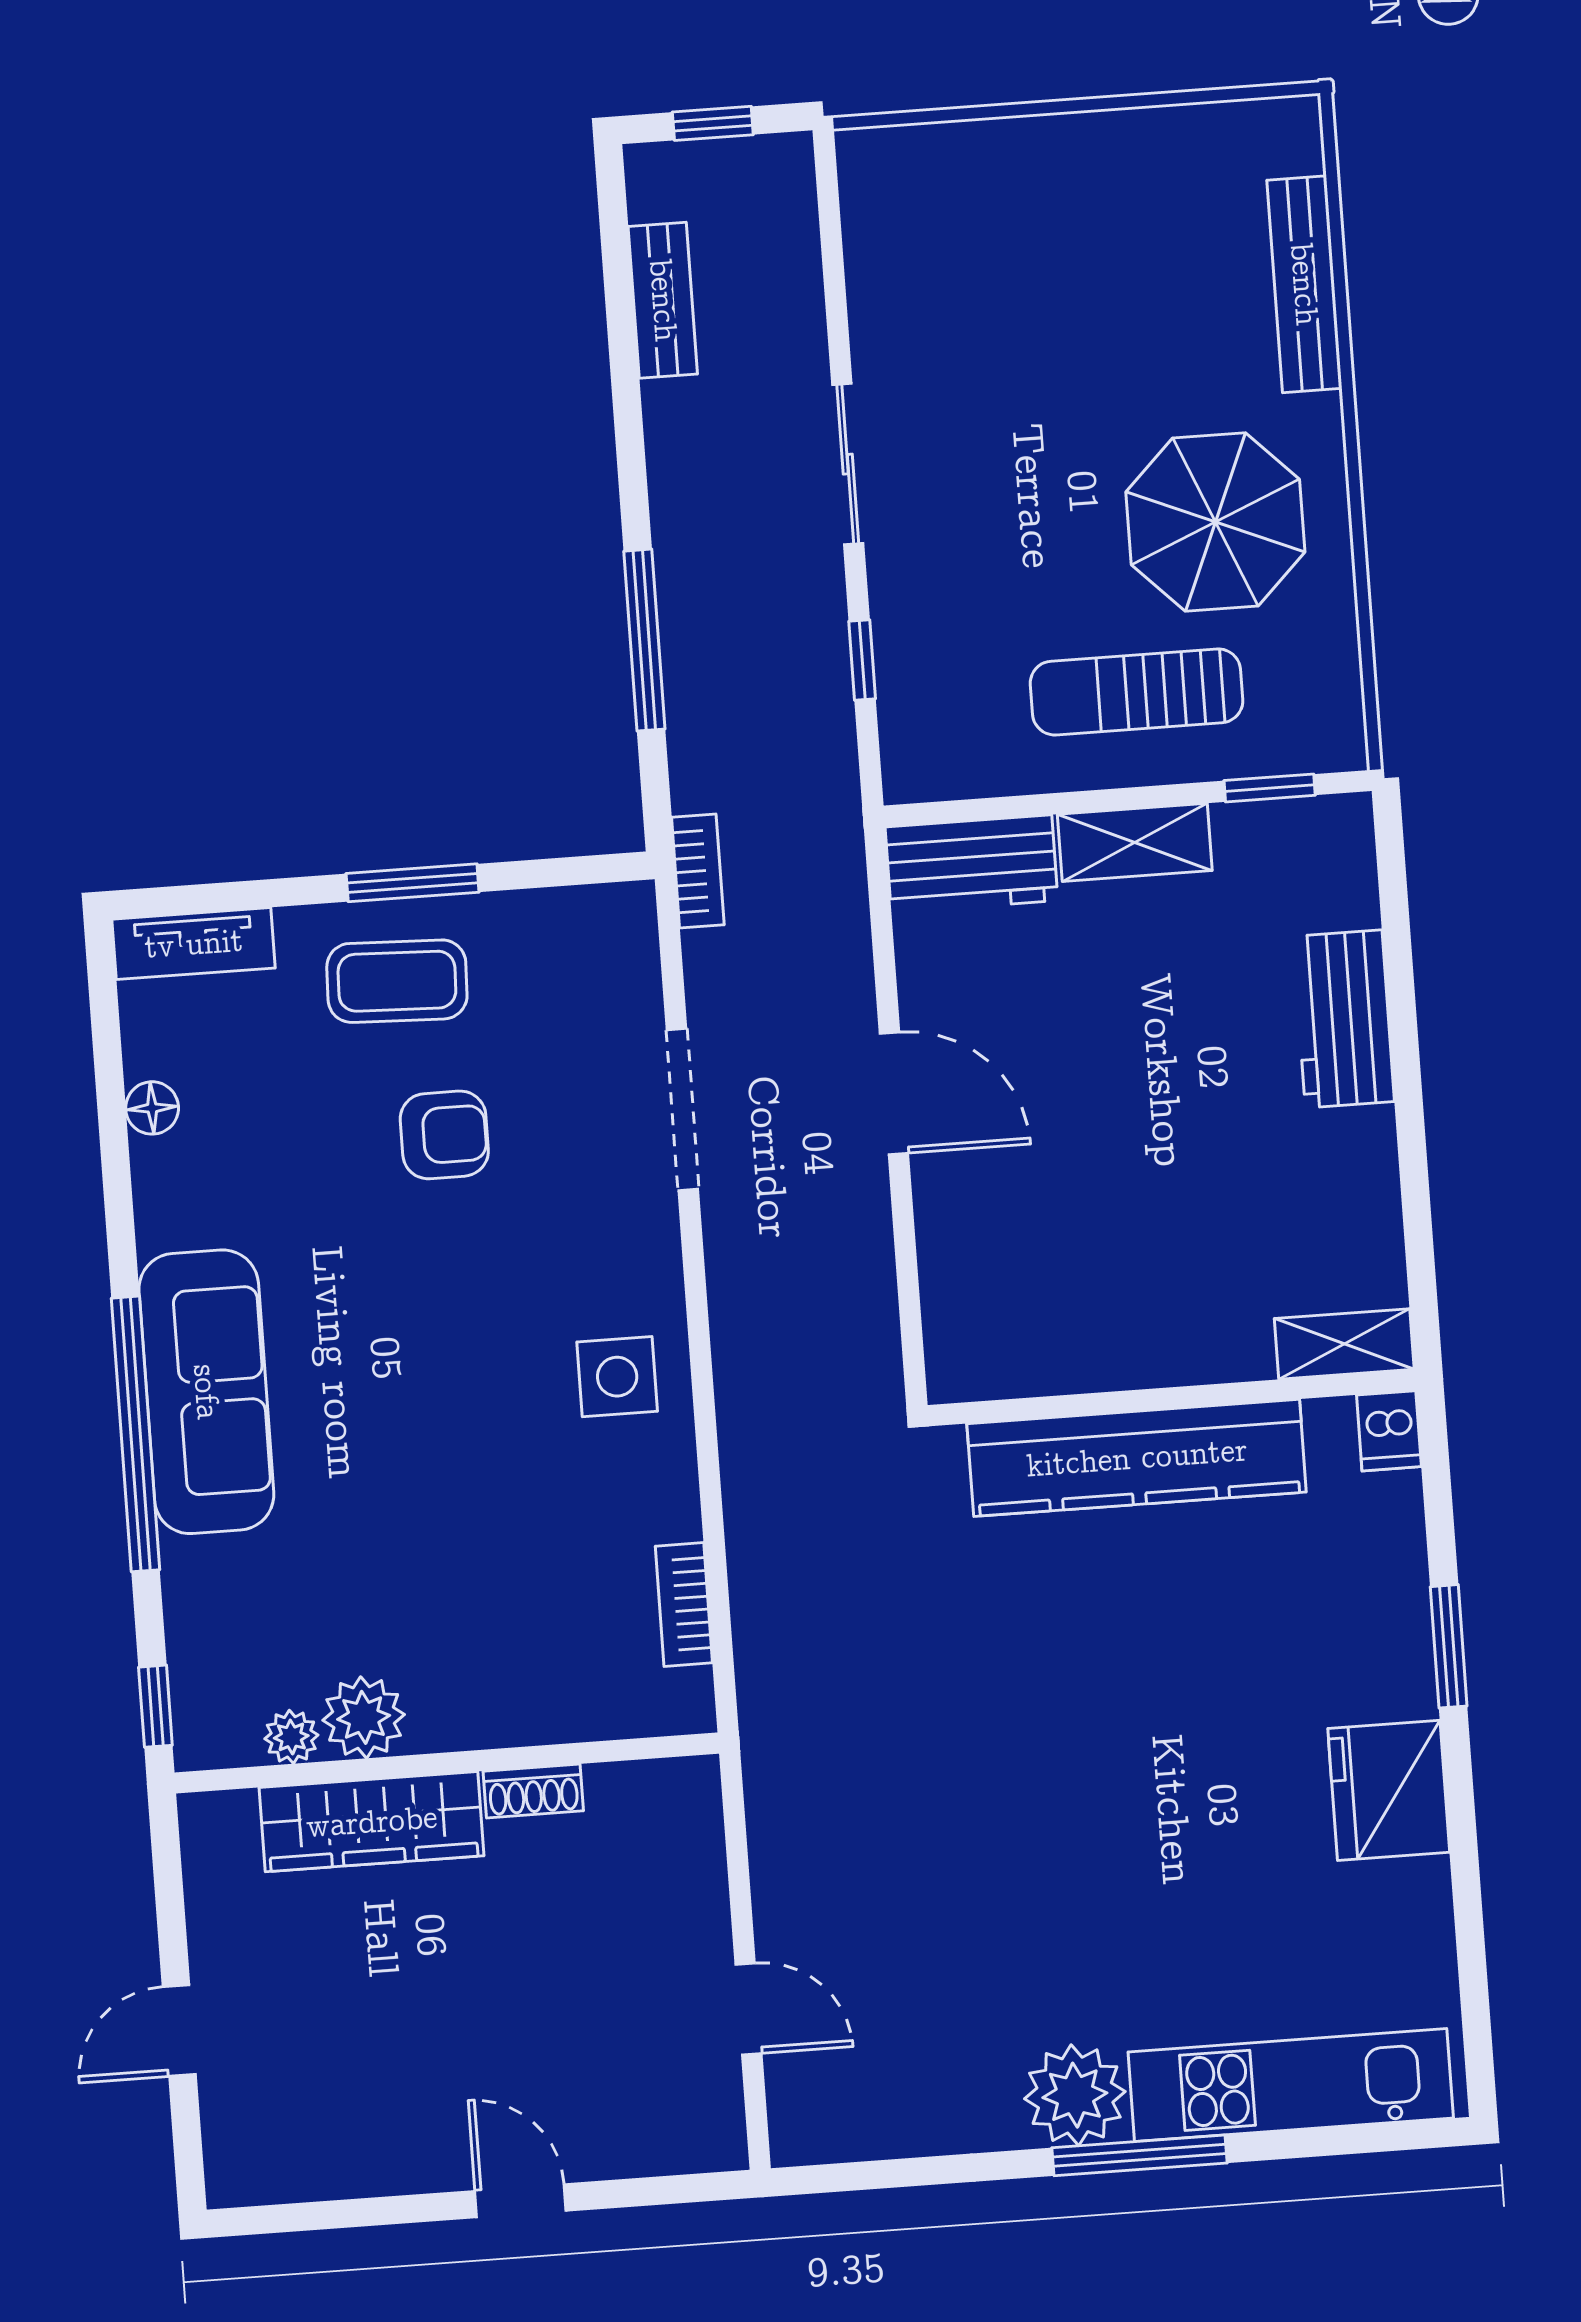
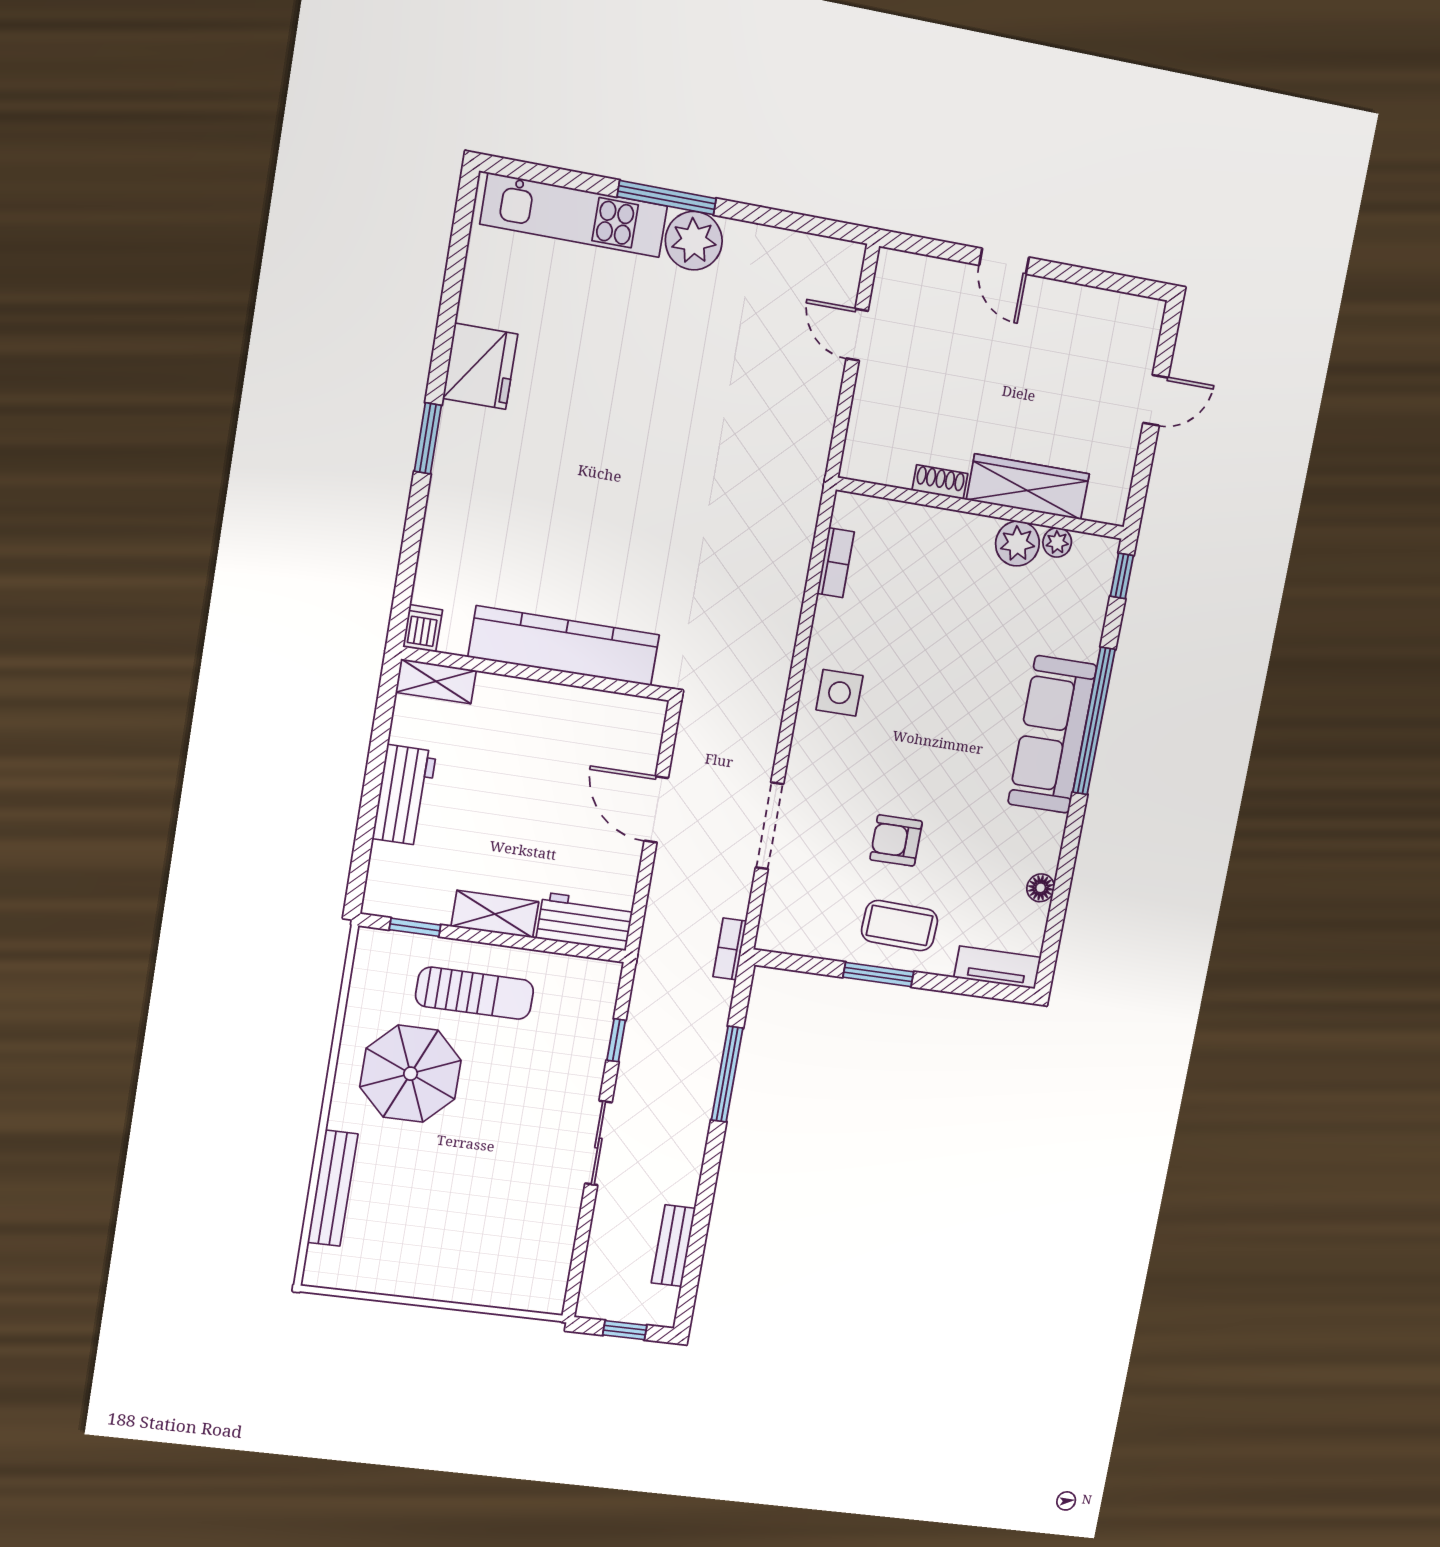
shelving: (1344, 1344) -> (436, 681), moved
wall: (1172, 1398) -> (537, 674), moved
dishwasher: (1389, 1431) -> (423, 628), moved
kitchen counter: (1137, 1458) -> (564, 646), moved

